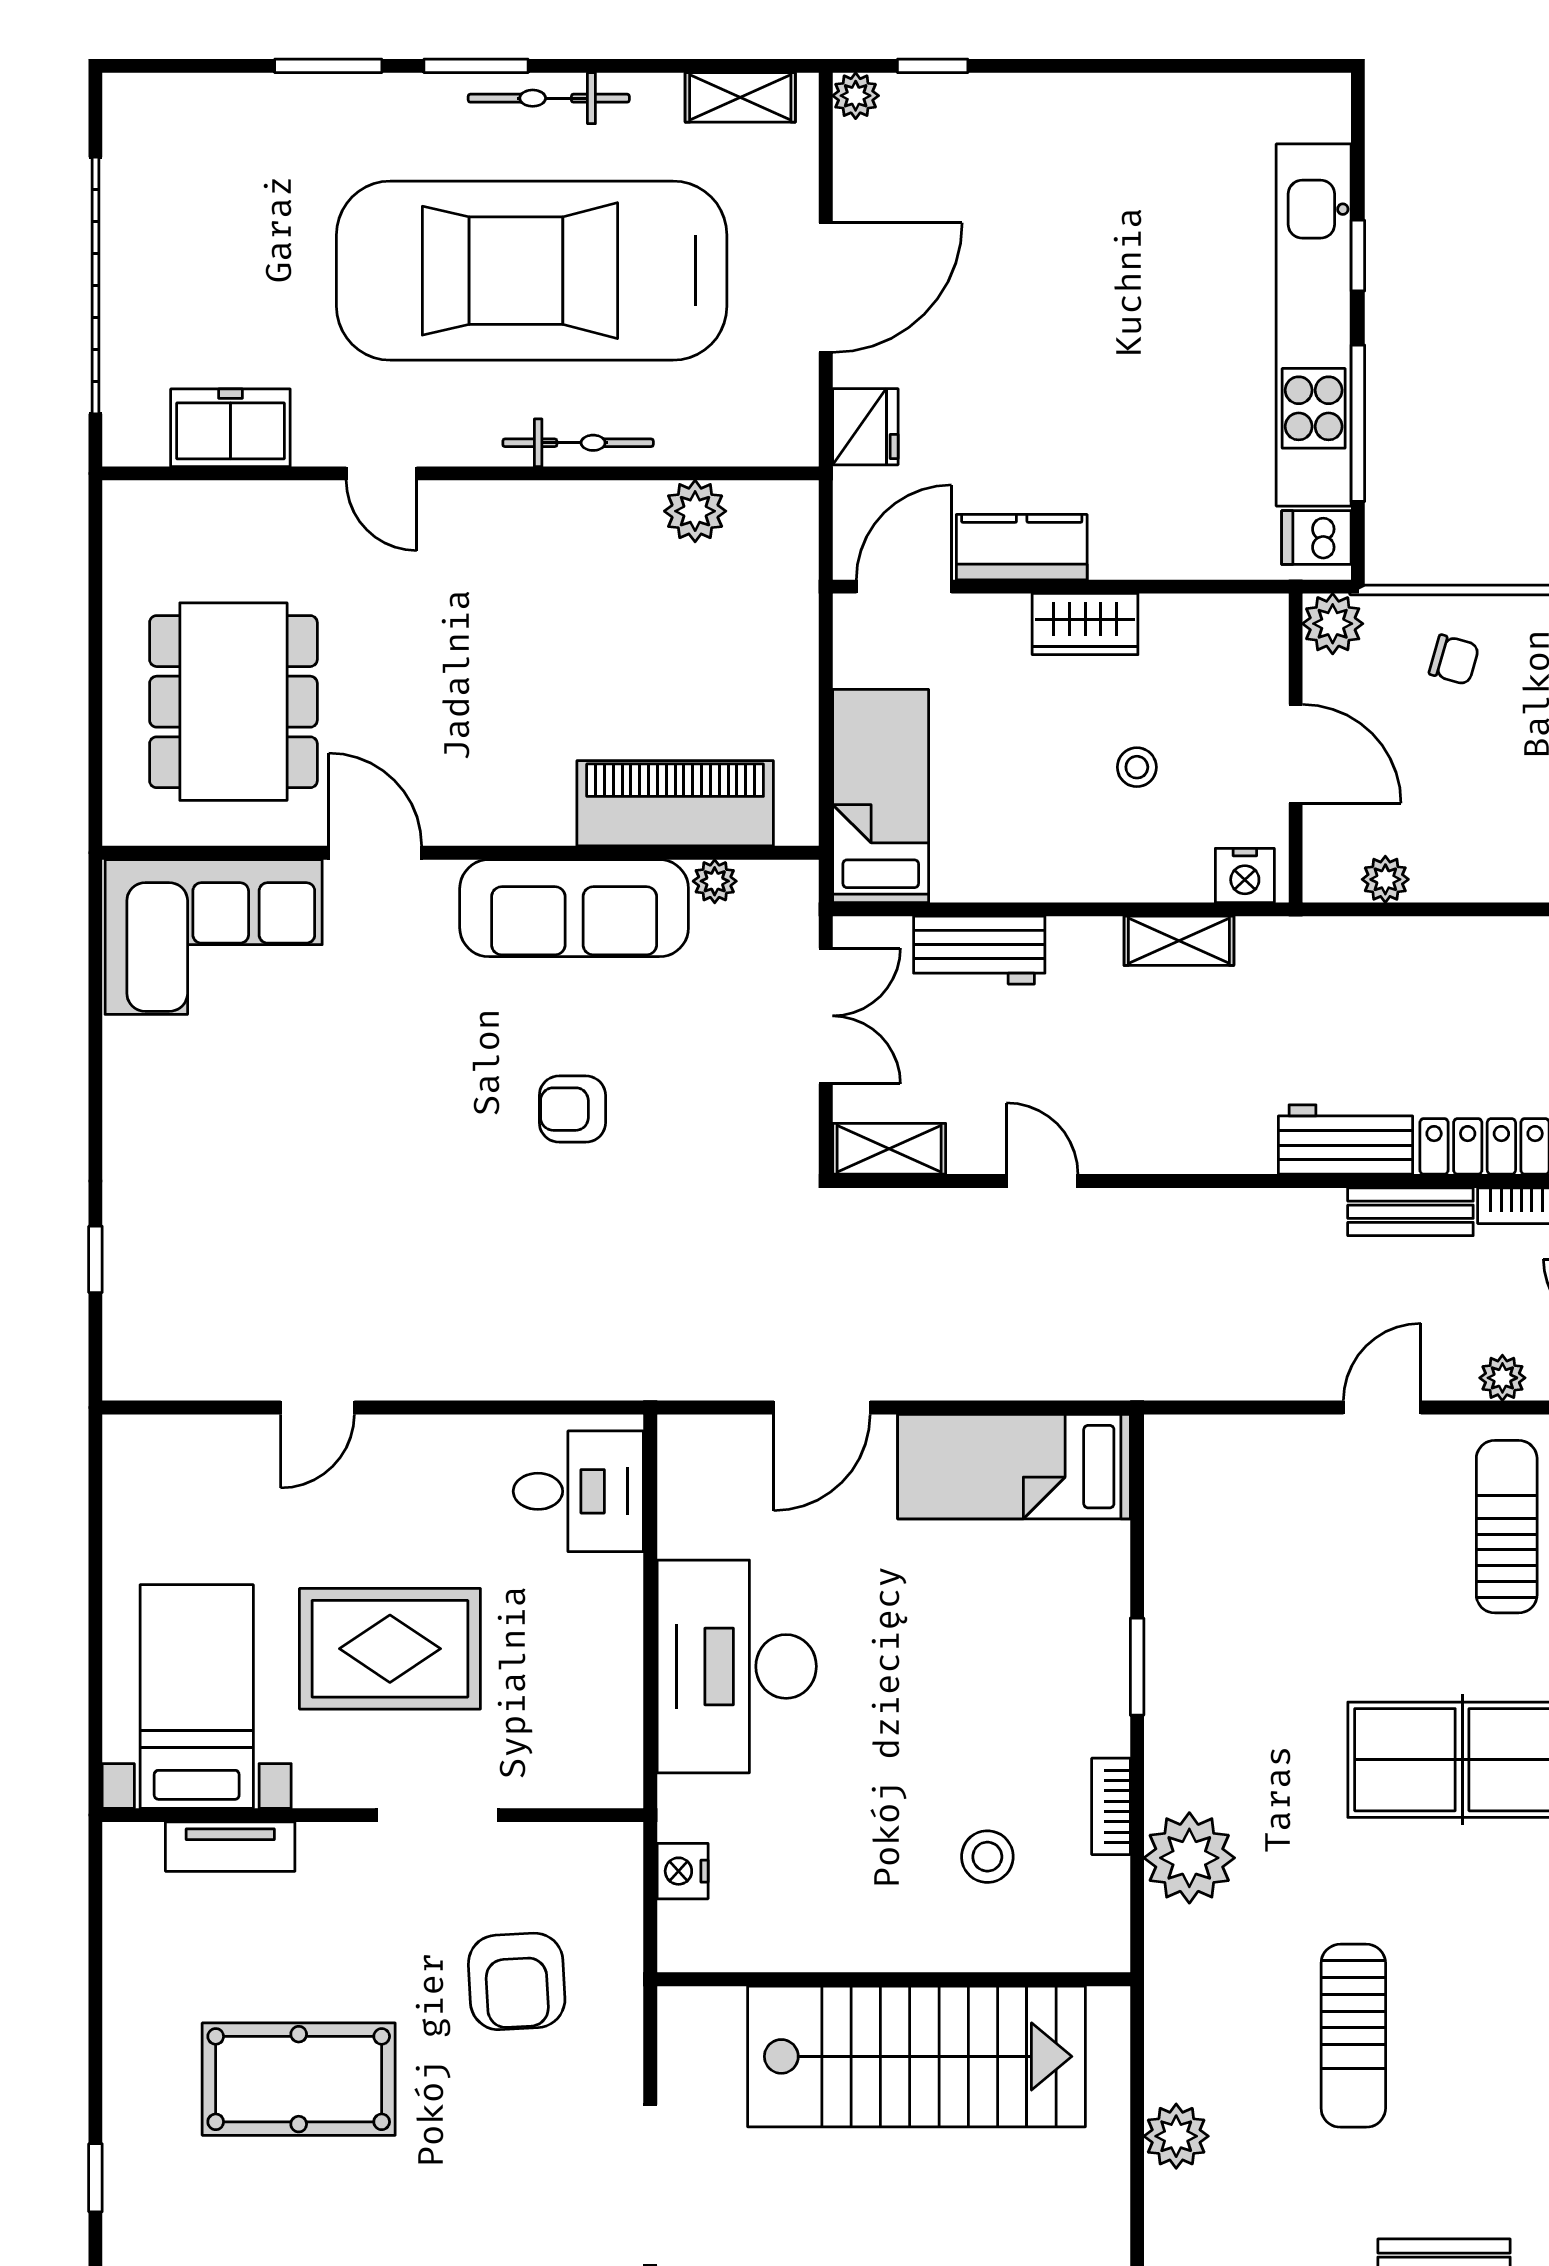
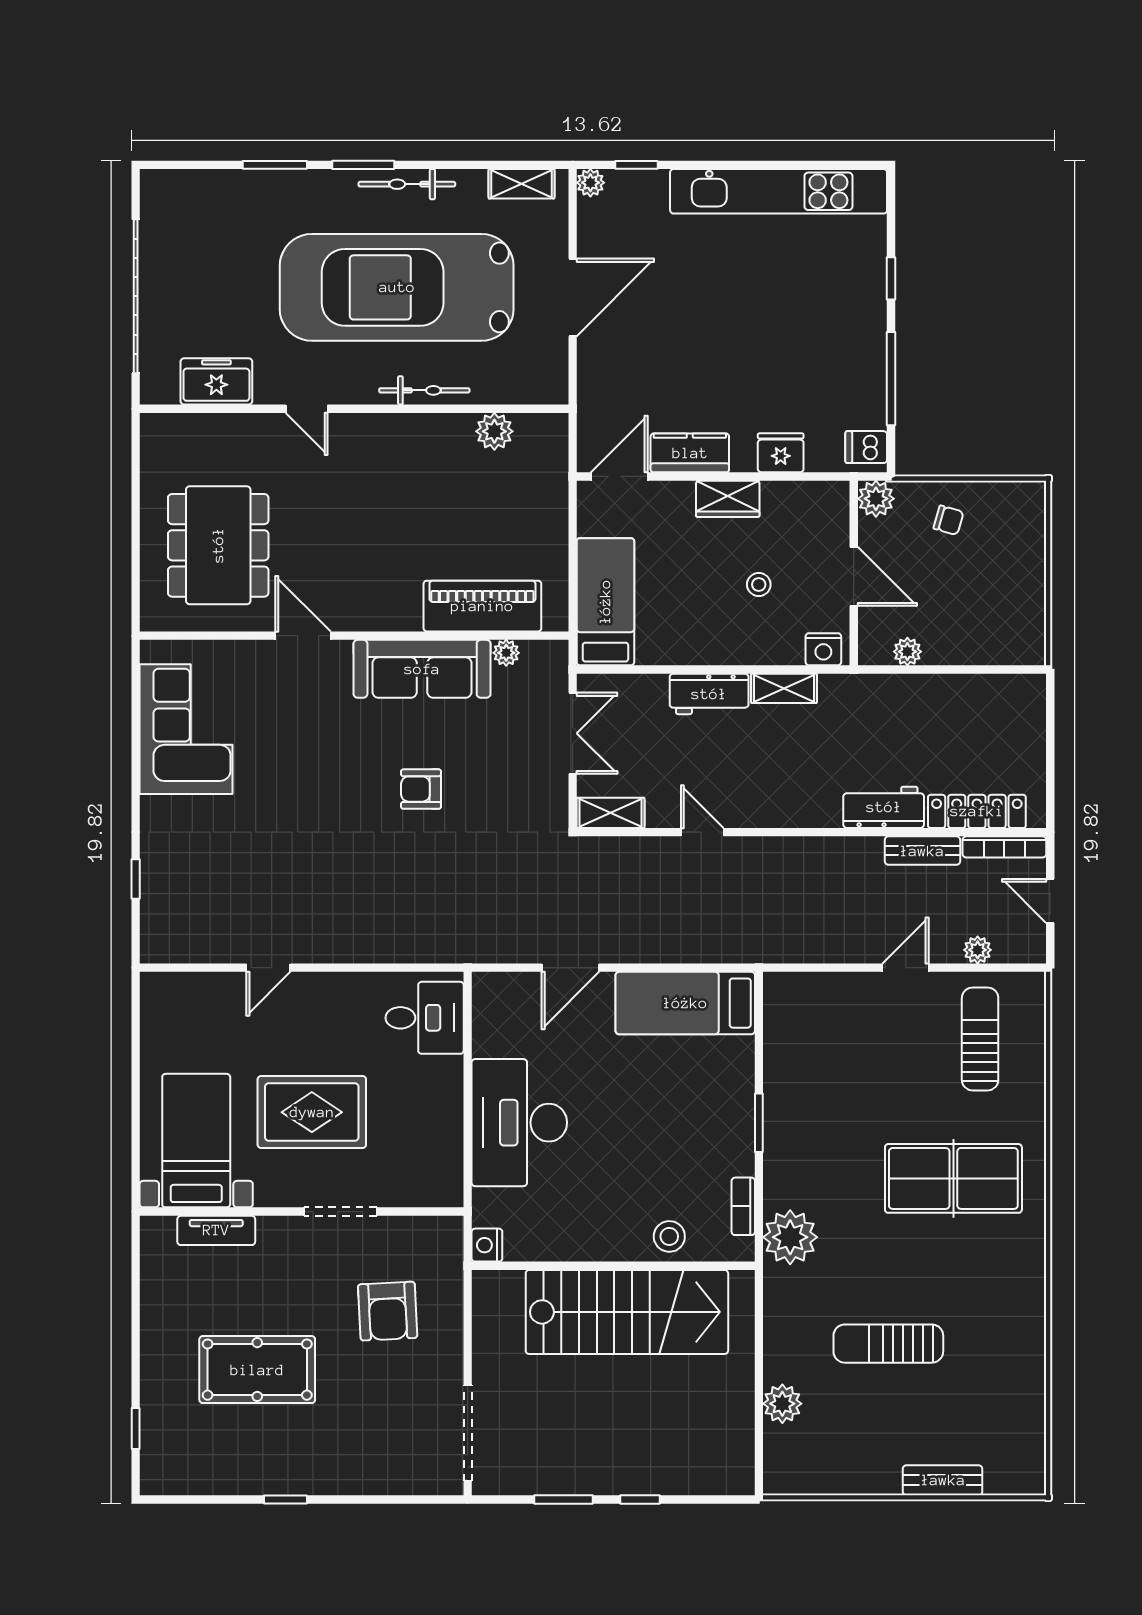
kitchen unit: (1314, 325) -> (779, 191), moved, turned -90
fridge: (865, 427) -> (781, 453), moved, turned -90
corner sofa: (214, 937) -> (186, 729), moved, turned -90
workbench: (979, 950) -> (709, 694), moved
wall: (894, 1979) -> (613, 1266), moved
sun lounger: (1353, 2036) -> (888, 1344), turned 90
stairs: (917, 2056) -> (627, 1312), moved

